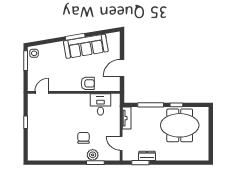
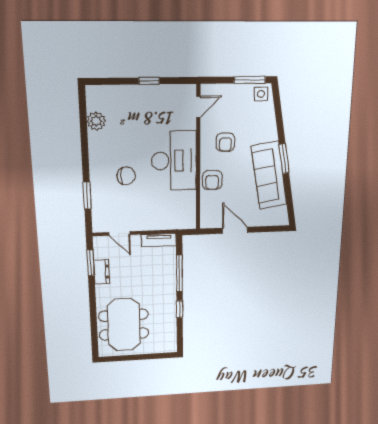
armchair: (64, 75) -> (225, 142), added
door: (42, 92) -> (198, 107), hinge flipped
desk: (100, 104) -> (174, 161), moved, width x1.87, depth x1.30
meeting table: (180, 125) -> (124, 325), moved
door: (121, 143) -> (119, 234), swing flipped
plant: (93, 155) -> (96, 121), moved

